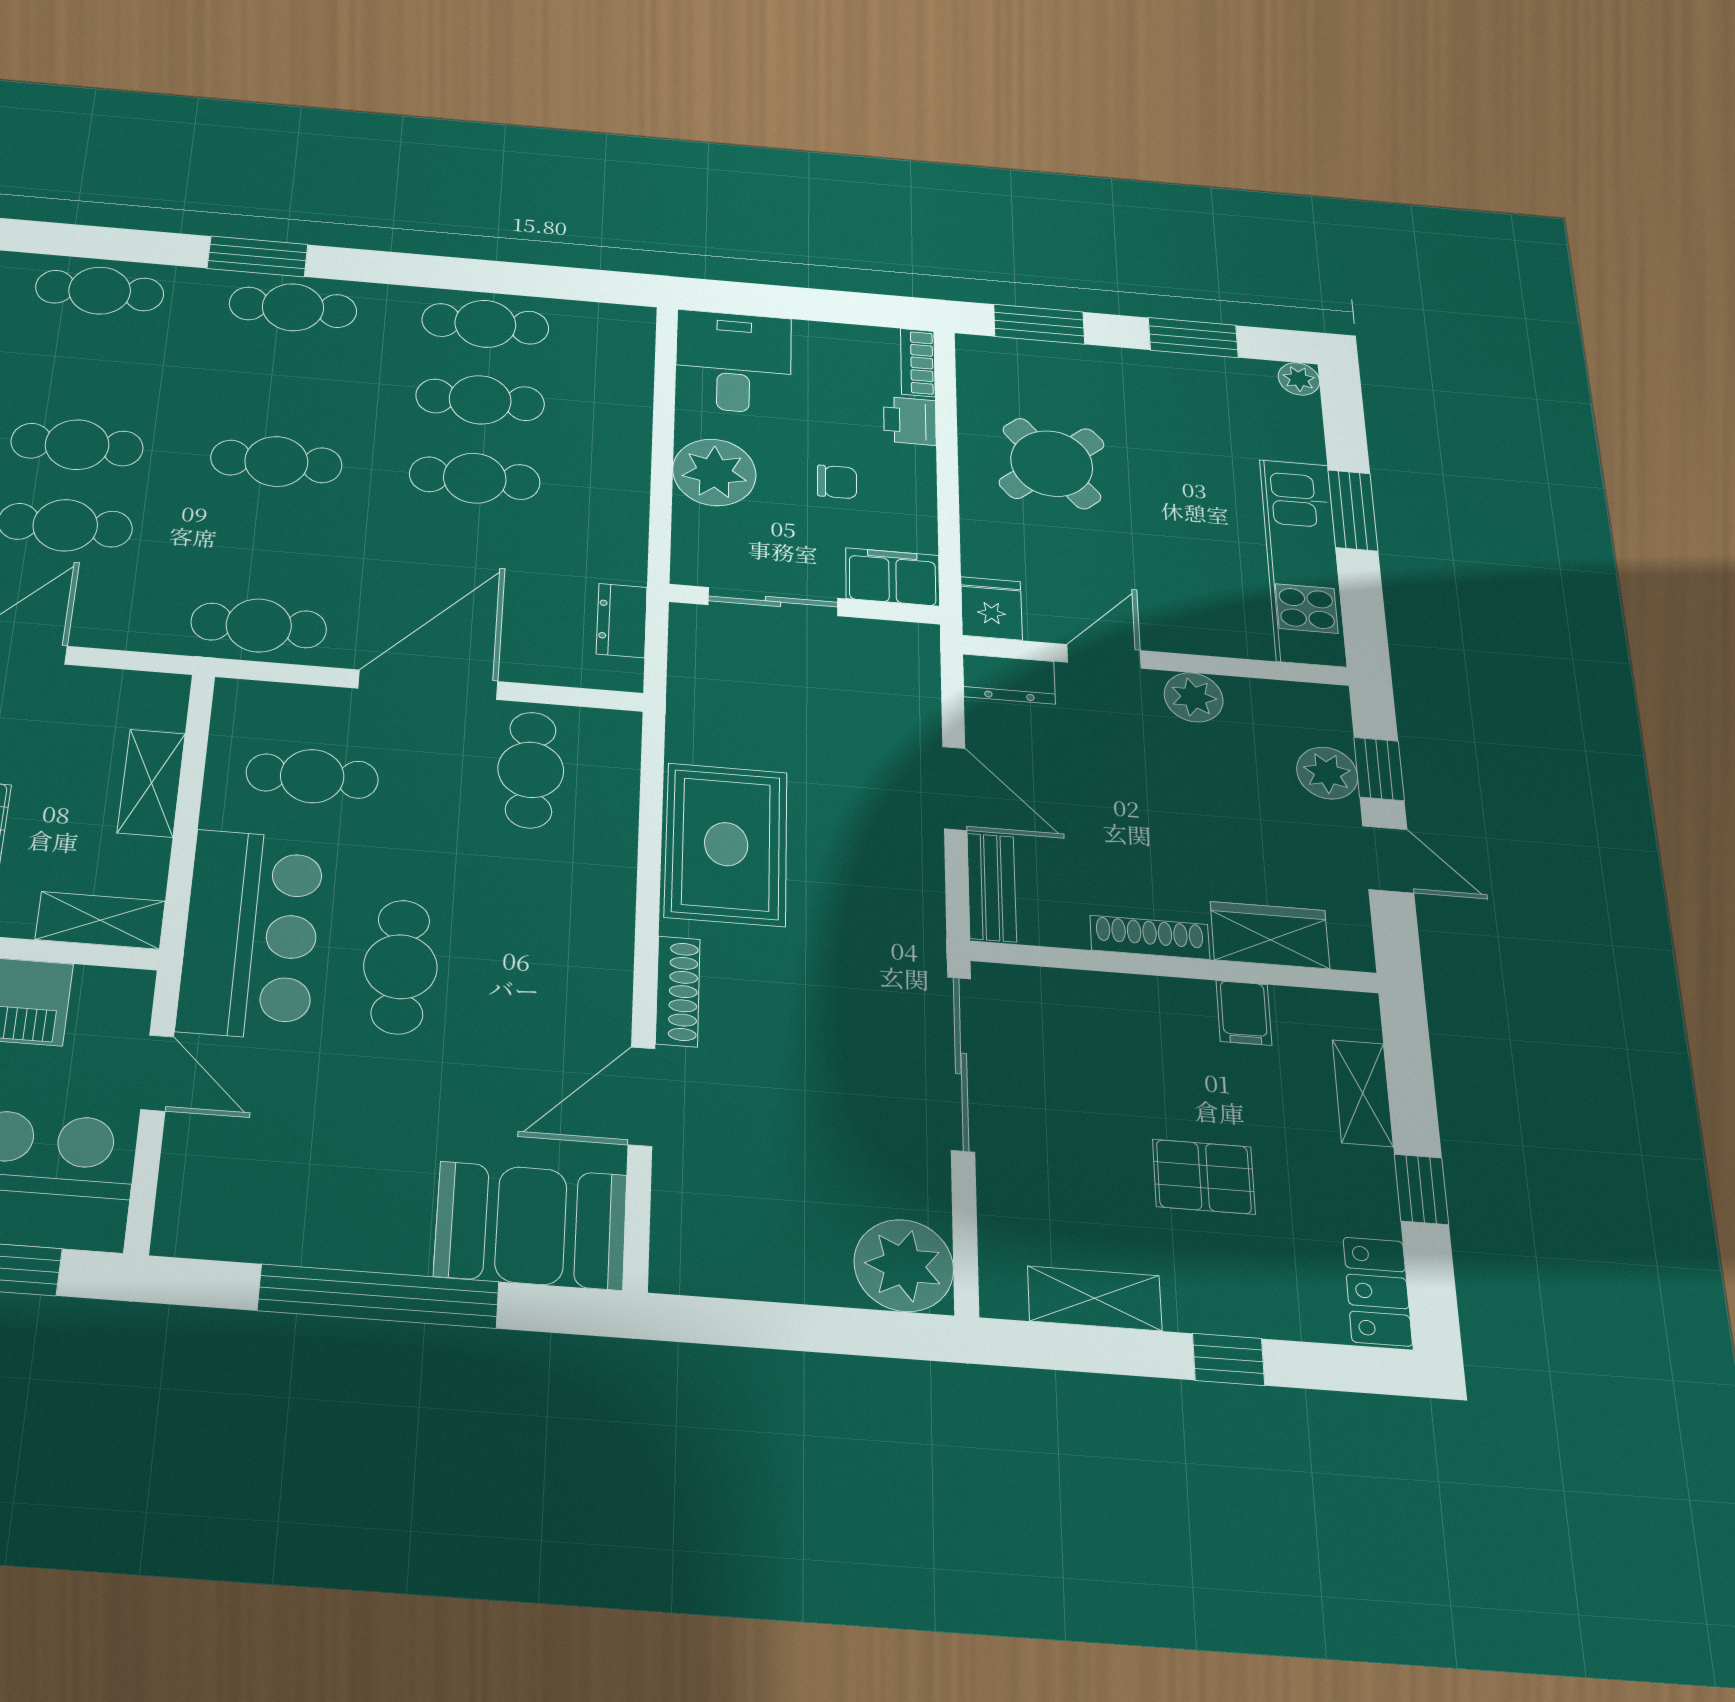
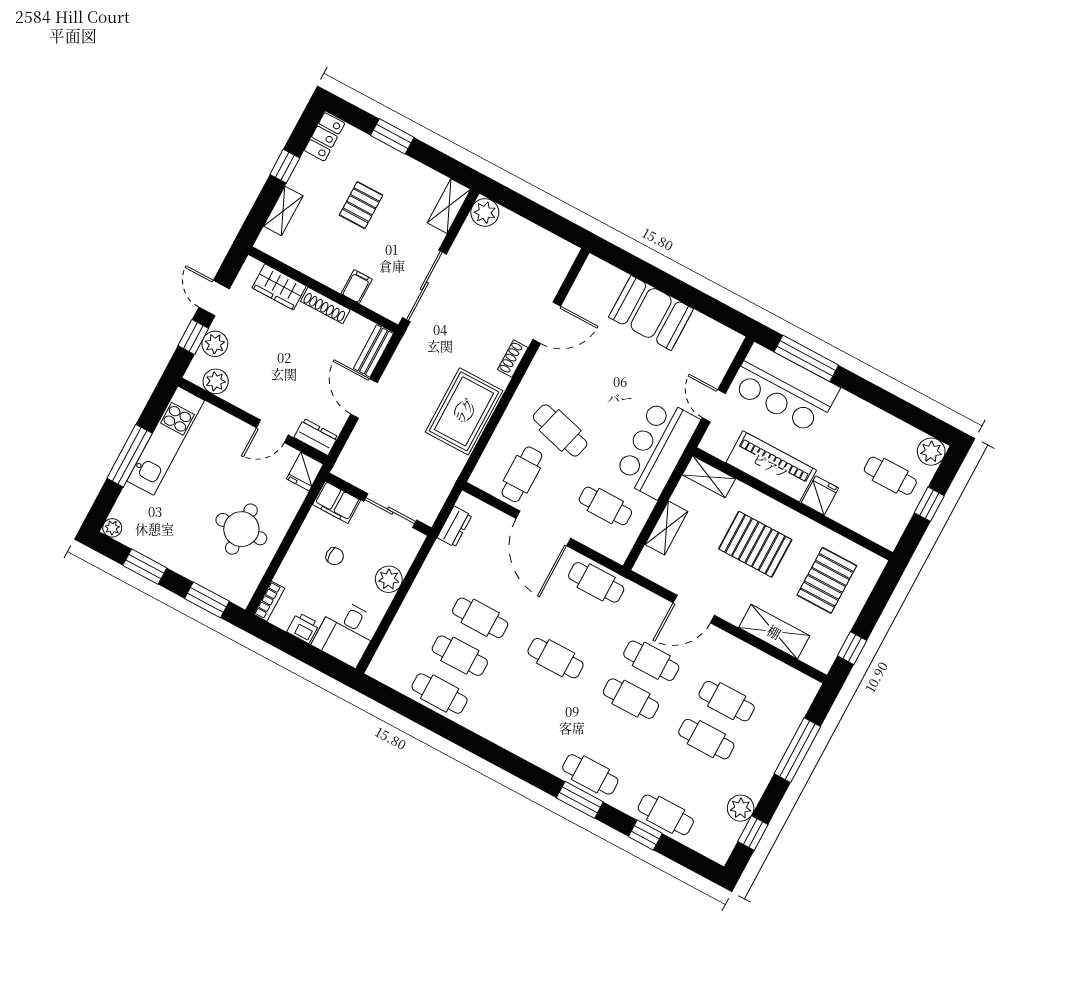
window: (258, 256) -> (580, 800), moved
cafe table: (293, 307) -> (515, 734), removed
printer: (910, 421) -> (303, 628), moved, turned -90
round table: (1052, 463) -> (241, 529), turned 38
plant: (714, 472) -> (389, 579), width x0.73, depth x0.73
chair: (837, 482) -> (335, 556), turned 180
window: (1353, 510) -> (130, 456), width x1.44
door: (428, 685) -> (543, 528), hinge flipped
plant: (1194, 697) -> (216, 381), moved
cafe table: (400, 967) -> (560, 430), moved, turned -75
shoe rack: (678, 991) -> (513, 359), width x0.70
filing cabinet: (1244, 1013) -> (357, 287), moved
pallet: (1204, 1177) -> (361, 205), turned 90
booth: (531, 1225) -> (651, 313), moved
plant: (904, 1265) -> (485, 212), width x0.73, depth x0.73
window: (379, 1296) -> (674, 287), removed
shelving: (1095, 1298) -> (449, 206), moved, turned 90
window: (1229, 1359) -> (392, 136), width x1.50

